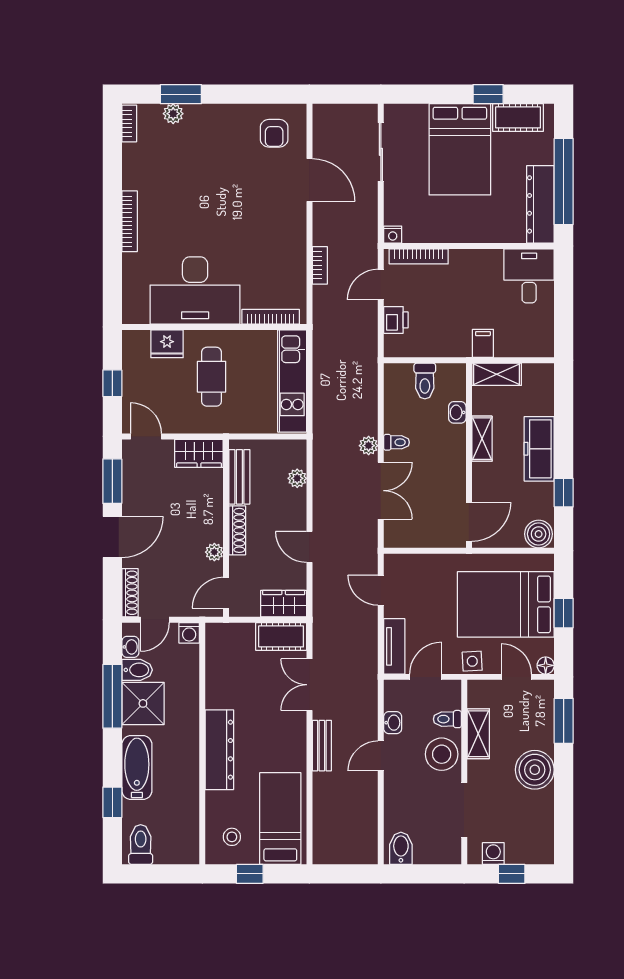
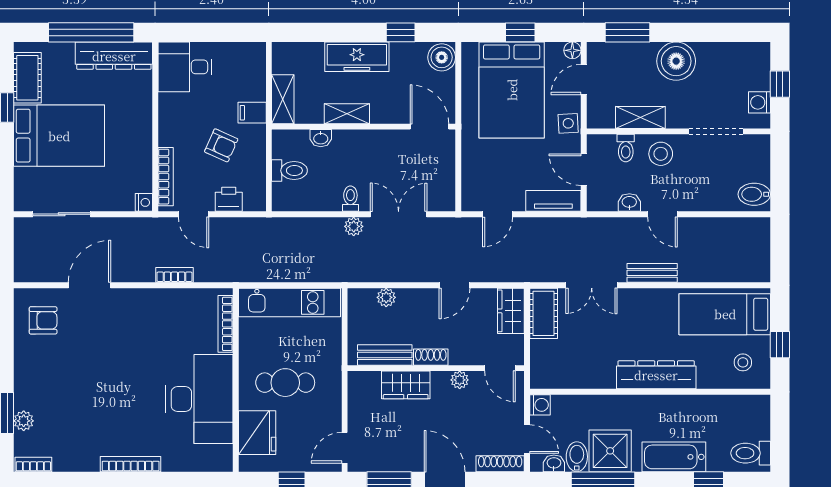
armchair: (450, 312) -> (221, 145), added
fridge: (167, 344) -> (257, 433), width x1.36, depth x1.34
wardrobe: (199, 453) -> (406, 385), moved, turned 90
shoe rack: (237, 530) -> (431, 357), width x0.70
stool: (442, 754) -> (661, 154), width x0.73, depth x0.73

